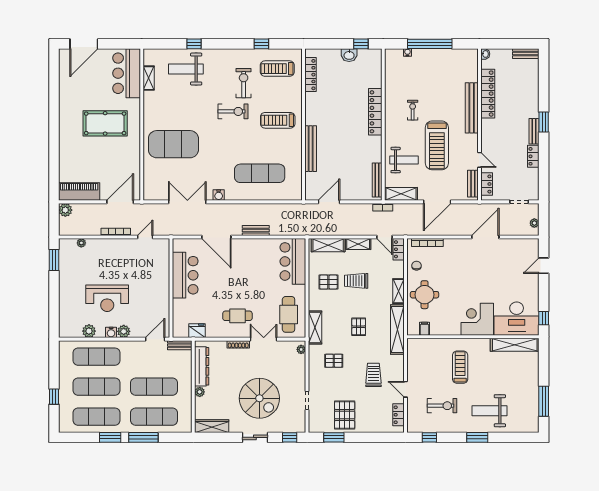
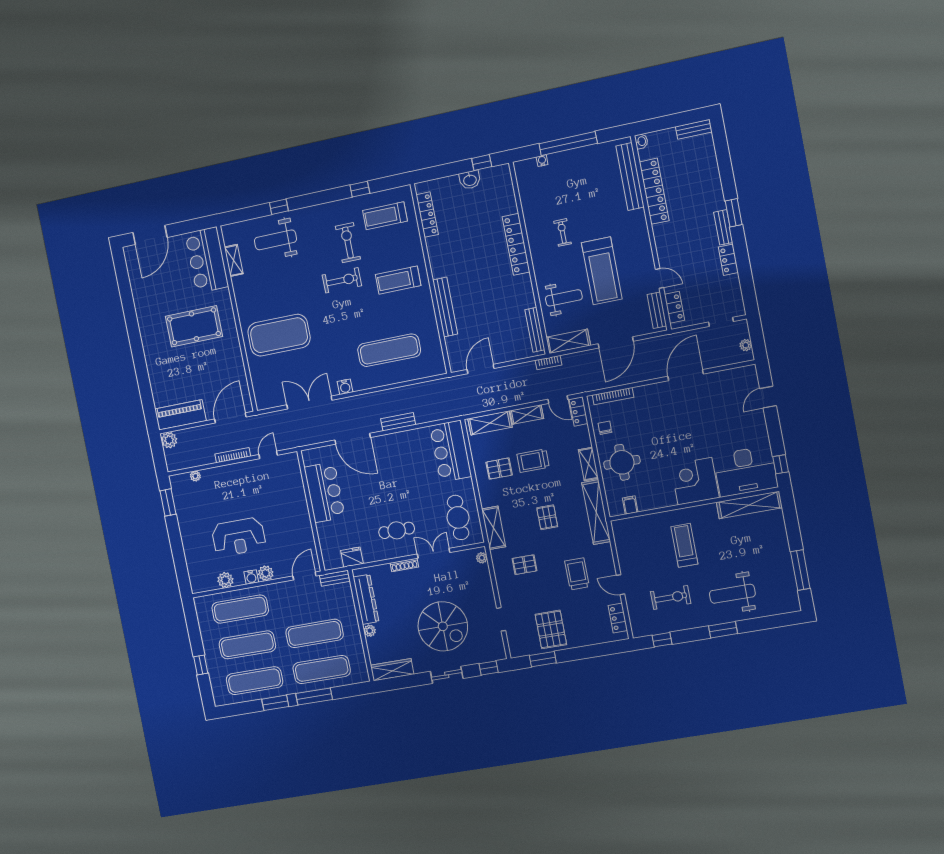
bench: (472, 108) -> (630, 177), moved

